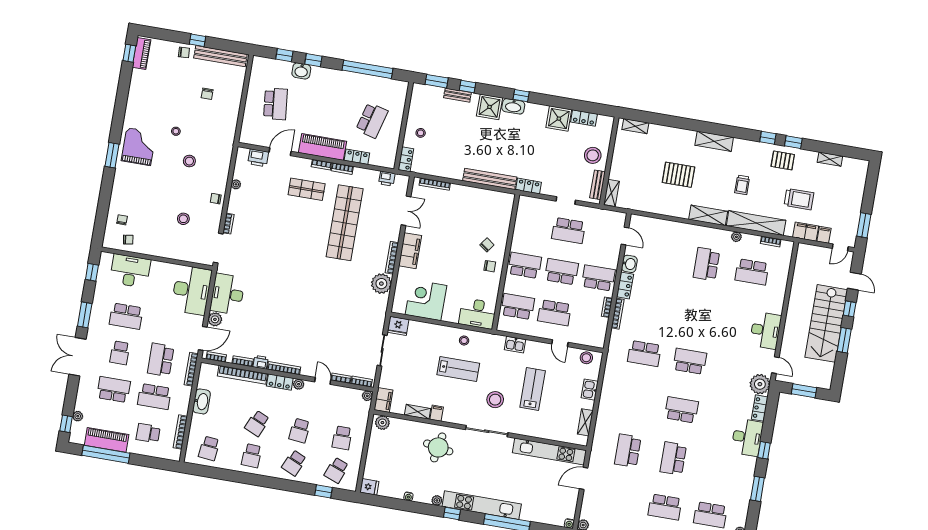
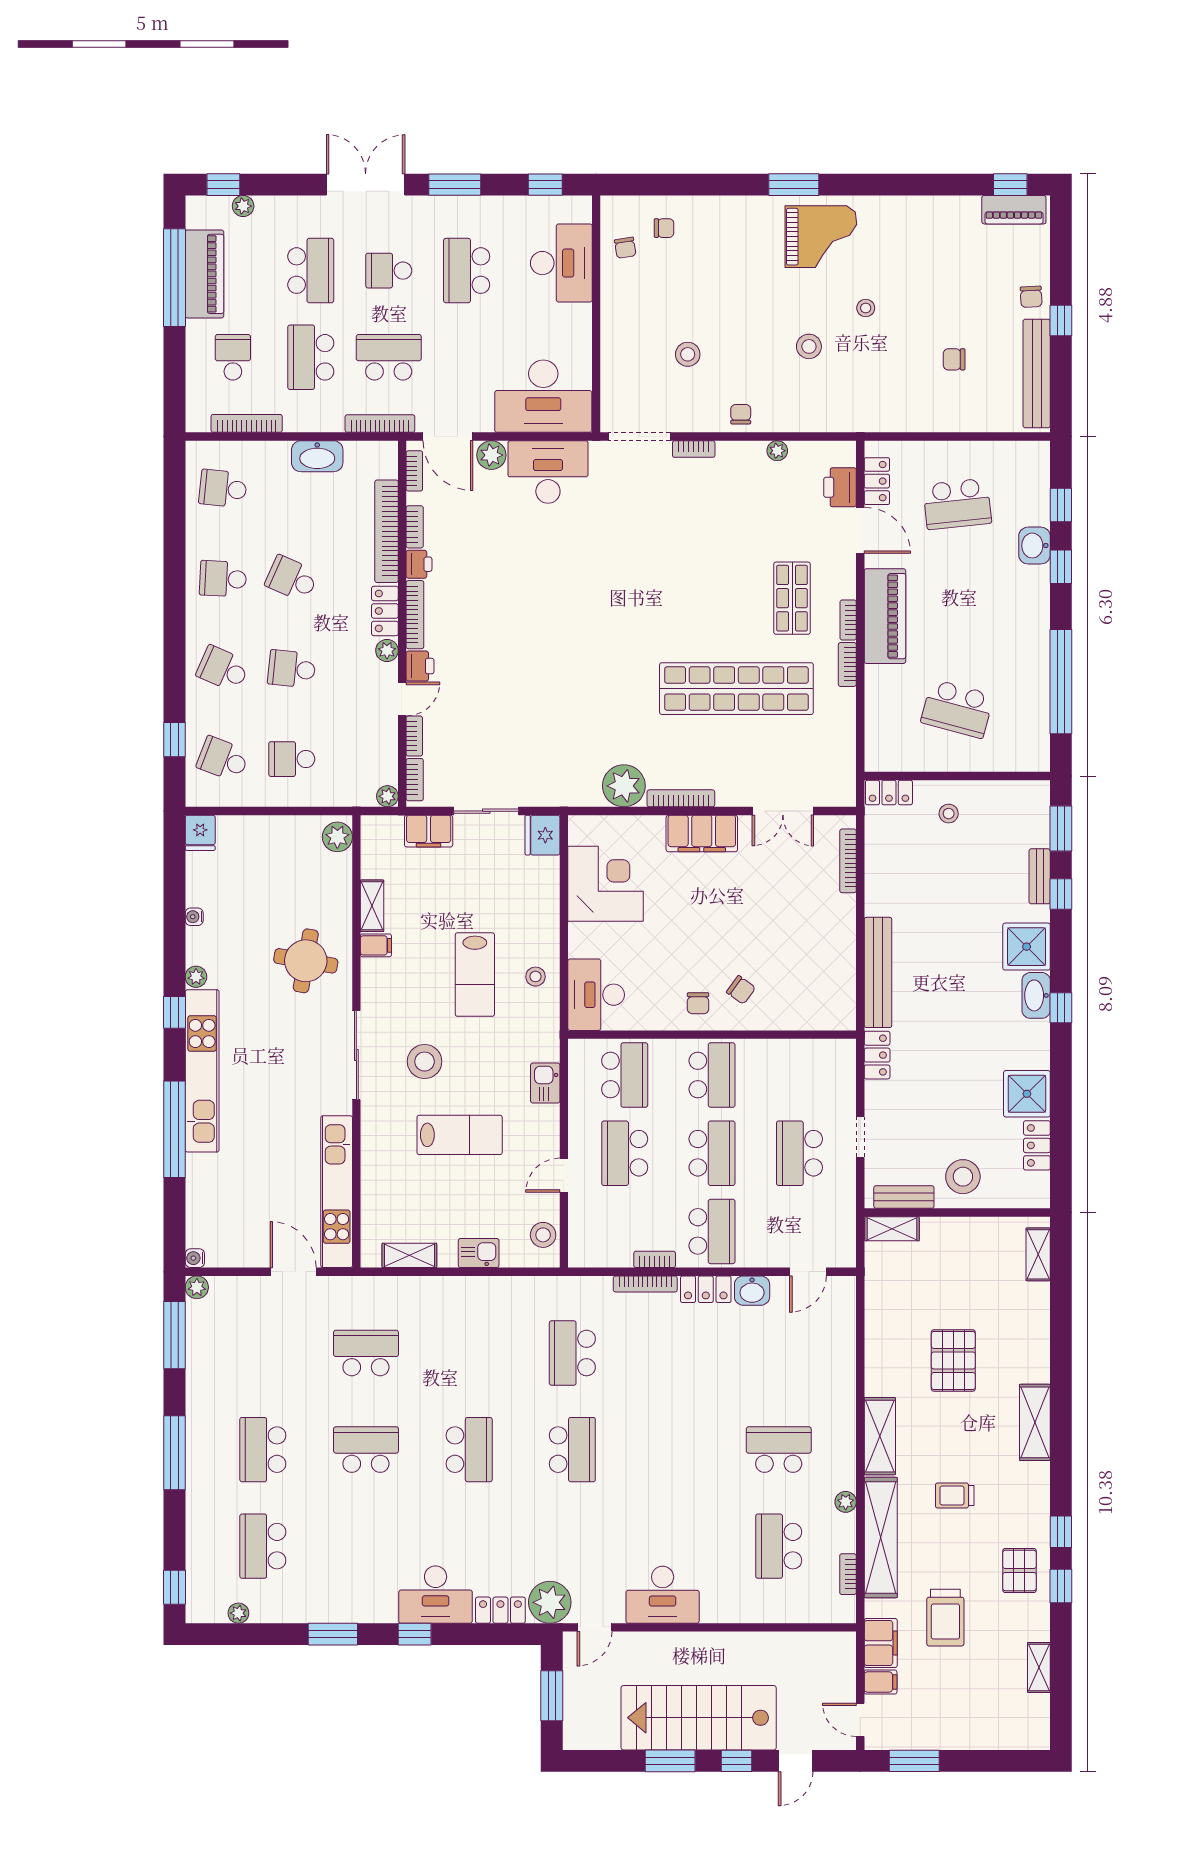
locker: (357, 157) -> (877, 481), moved
printer: (387, 179) -> (420, 666), moved, turned 180
filing cabinet: (383, 400) -> (429, 831), moved

